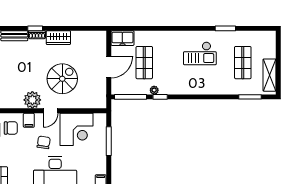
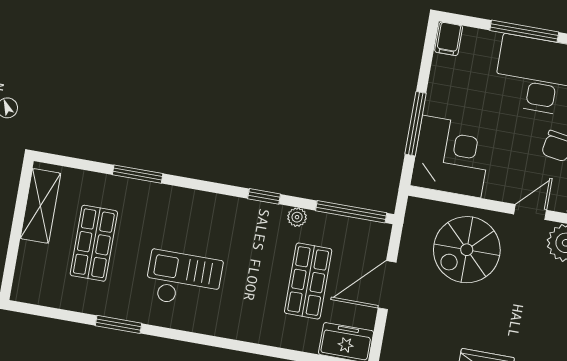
spiral stairs: (62, 79) -> (467, 250), moved
window: (160, 97) -> (264, 196), moved
window: (250, 97) -> (138, 174), moved
corner desk: (76, 129) -> (451, 156), moved, turned 90

